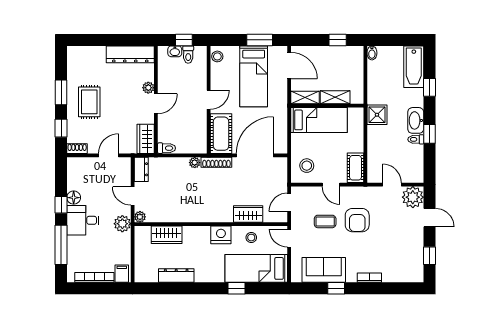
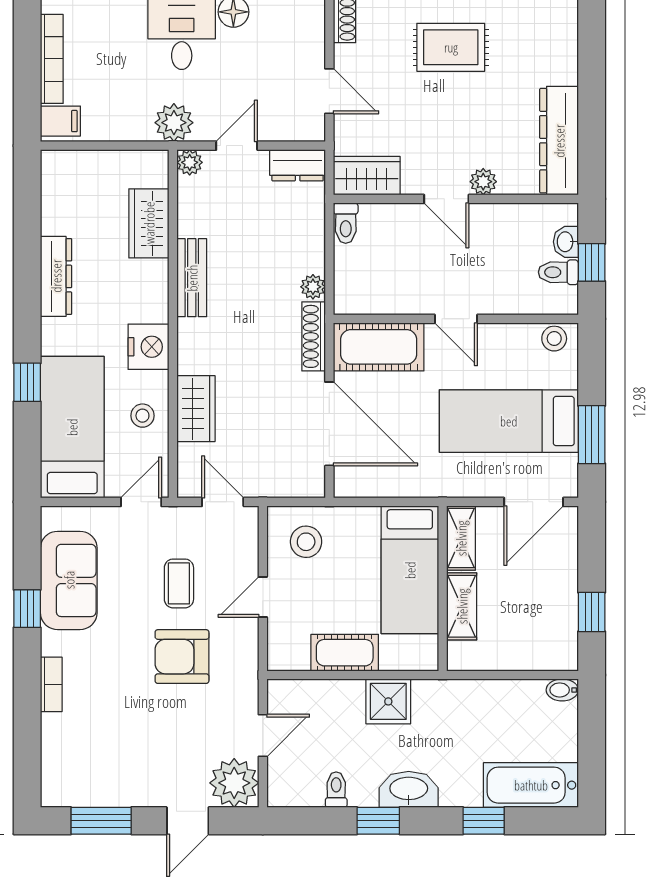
shower: (377, 115) -> (388, 701), moved
toilet: (416, 139) -> (336, 790), moved
cot: (356, 168) -> (345, 653), moved
bench: (191, 216) -> (192, 278), added
window: (429, 256) -> (101, 821), width x1.50
dresser: (176, 276) -> (56, 276), moved

